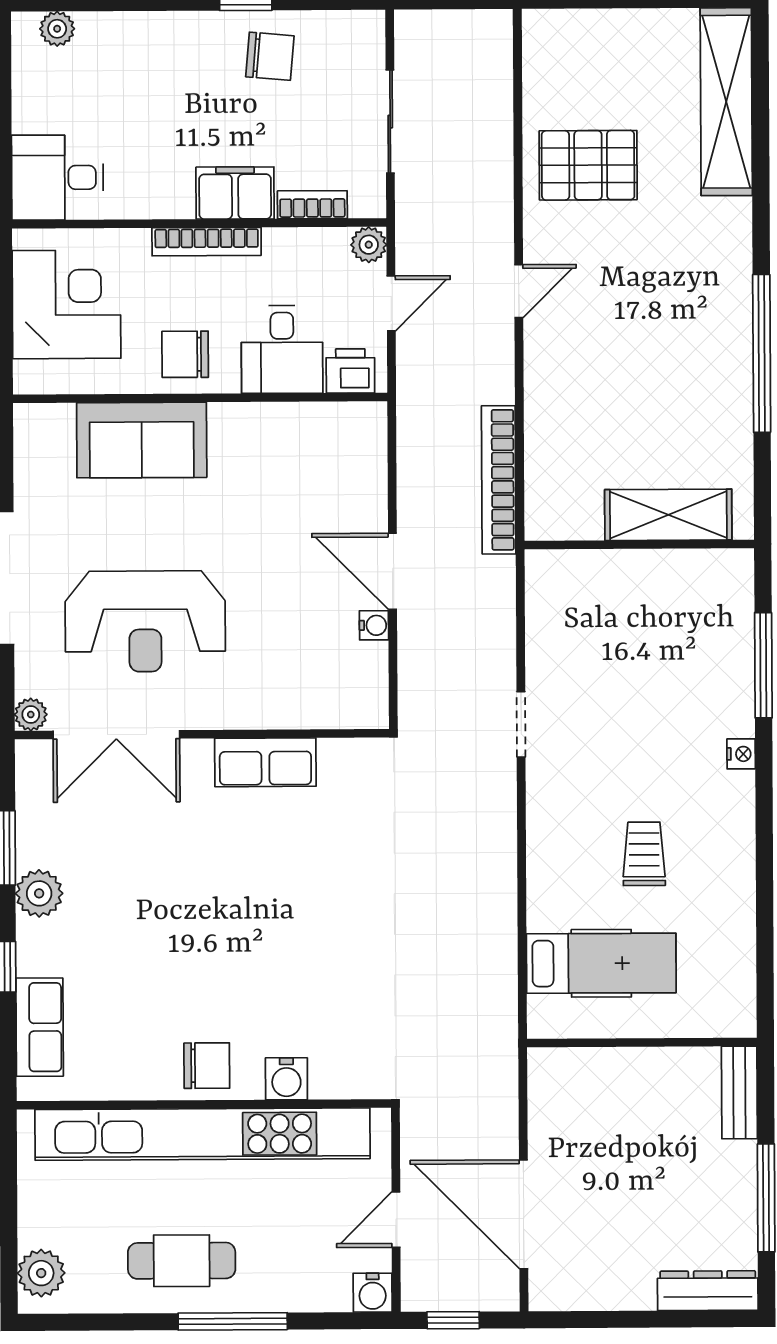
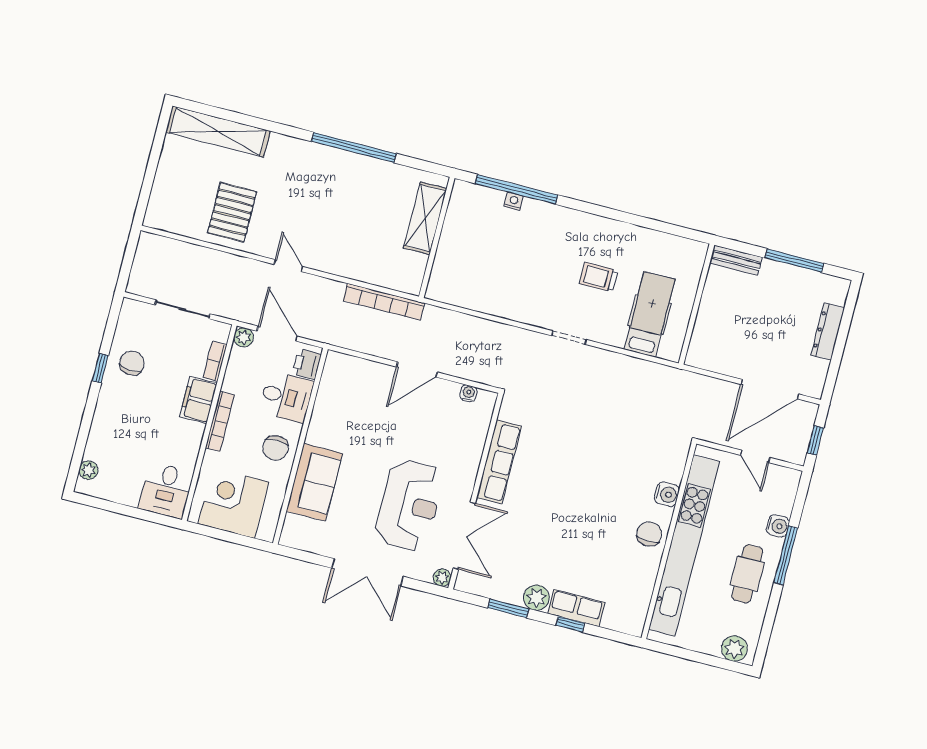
door: (391, 303) -> (277, 334), width x1.38
water cooler: (374, 625) -> (468, 393), moved
window: (763, 665) -> (517, 189), width x1.46
doorway: (521, 724) -> (569, 338), moved
nightstand: (741, 754) -> (514, 201), moved
row of seats: (265, 762) -> (499, 462), width x1.48
row of seats: (40, 1027) -> (576, 608), moved
dresser: (708, 1291) -> (828, 331), moved
water cooler: (373, 1293) -> (778, 526), moved

